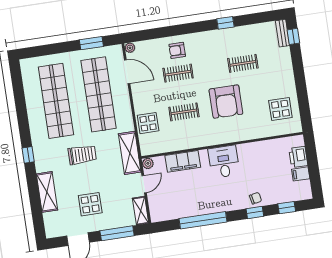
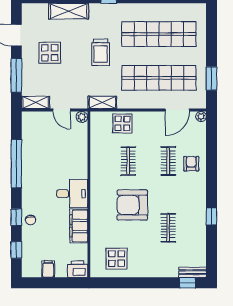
shelving: (130, 153) -> (102, 102), width x0.67, depth x0.75
printer: (298, 157) -> (78, 269), moved
filing cabinet: (183, 161) -> (79, 226), moved

